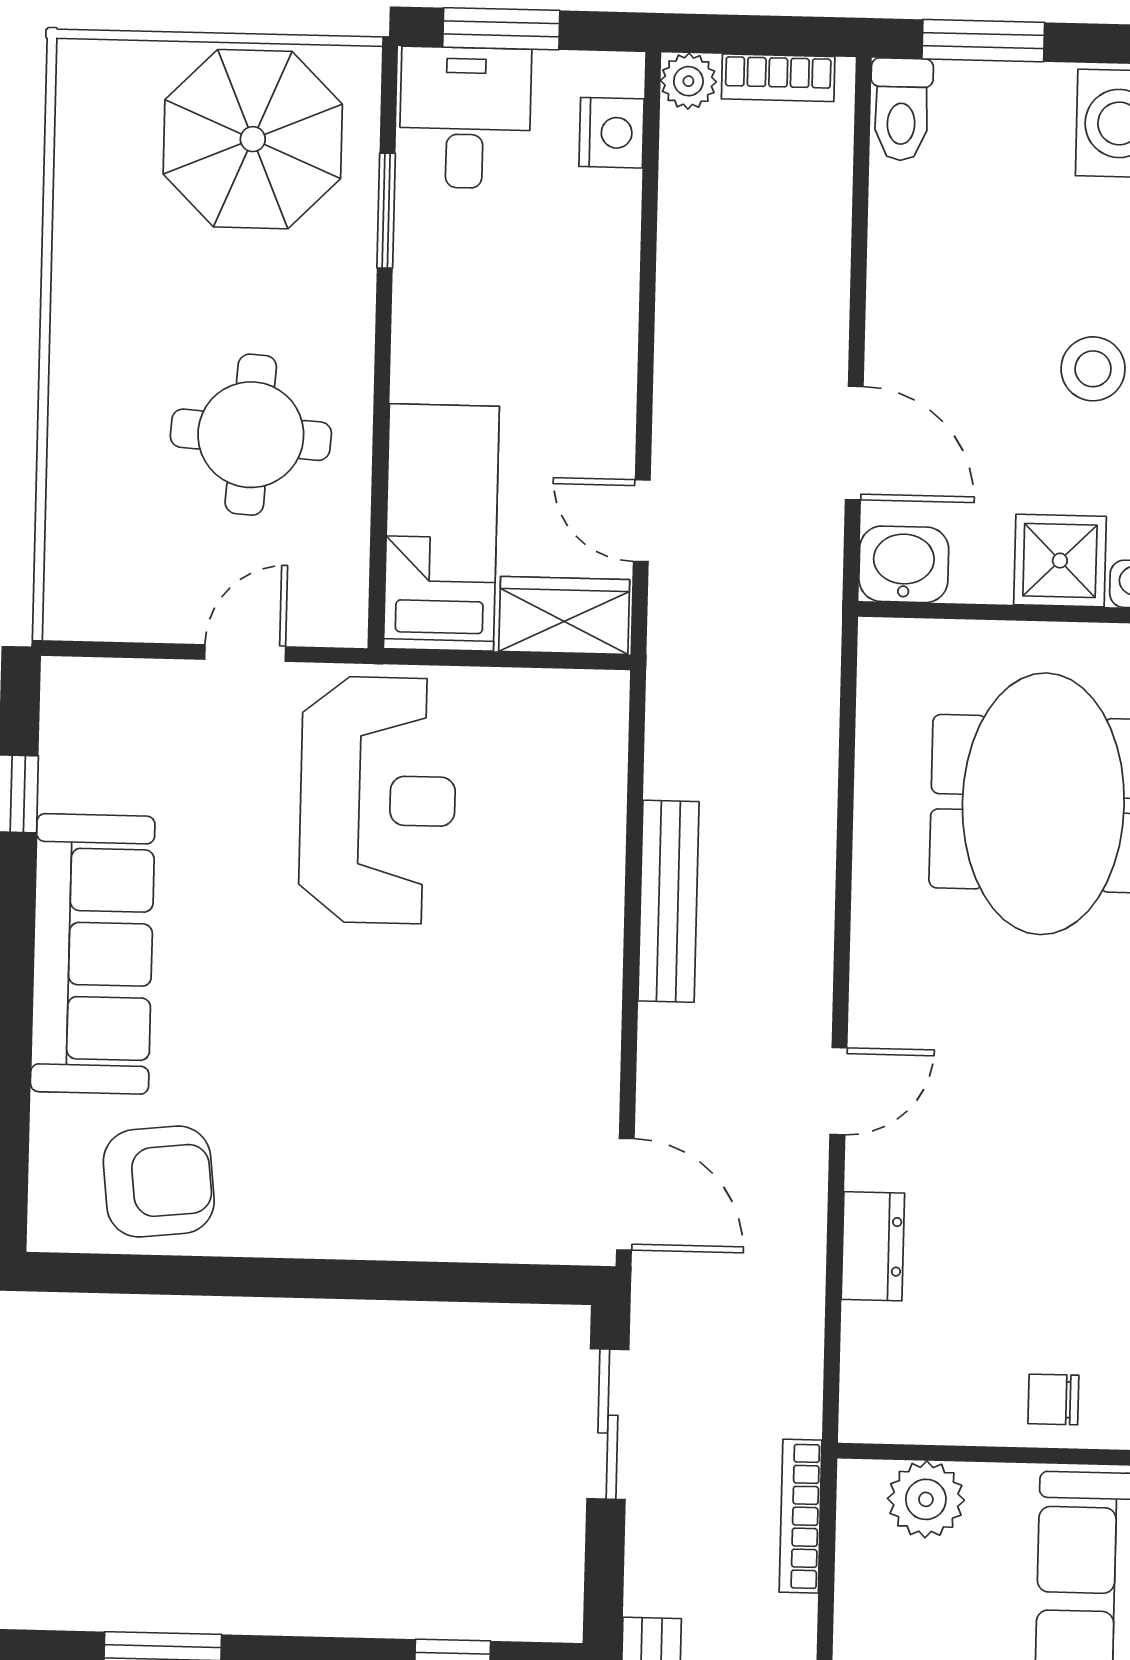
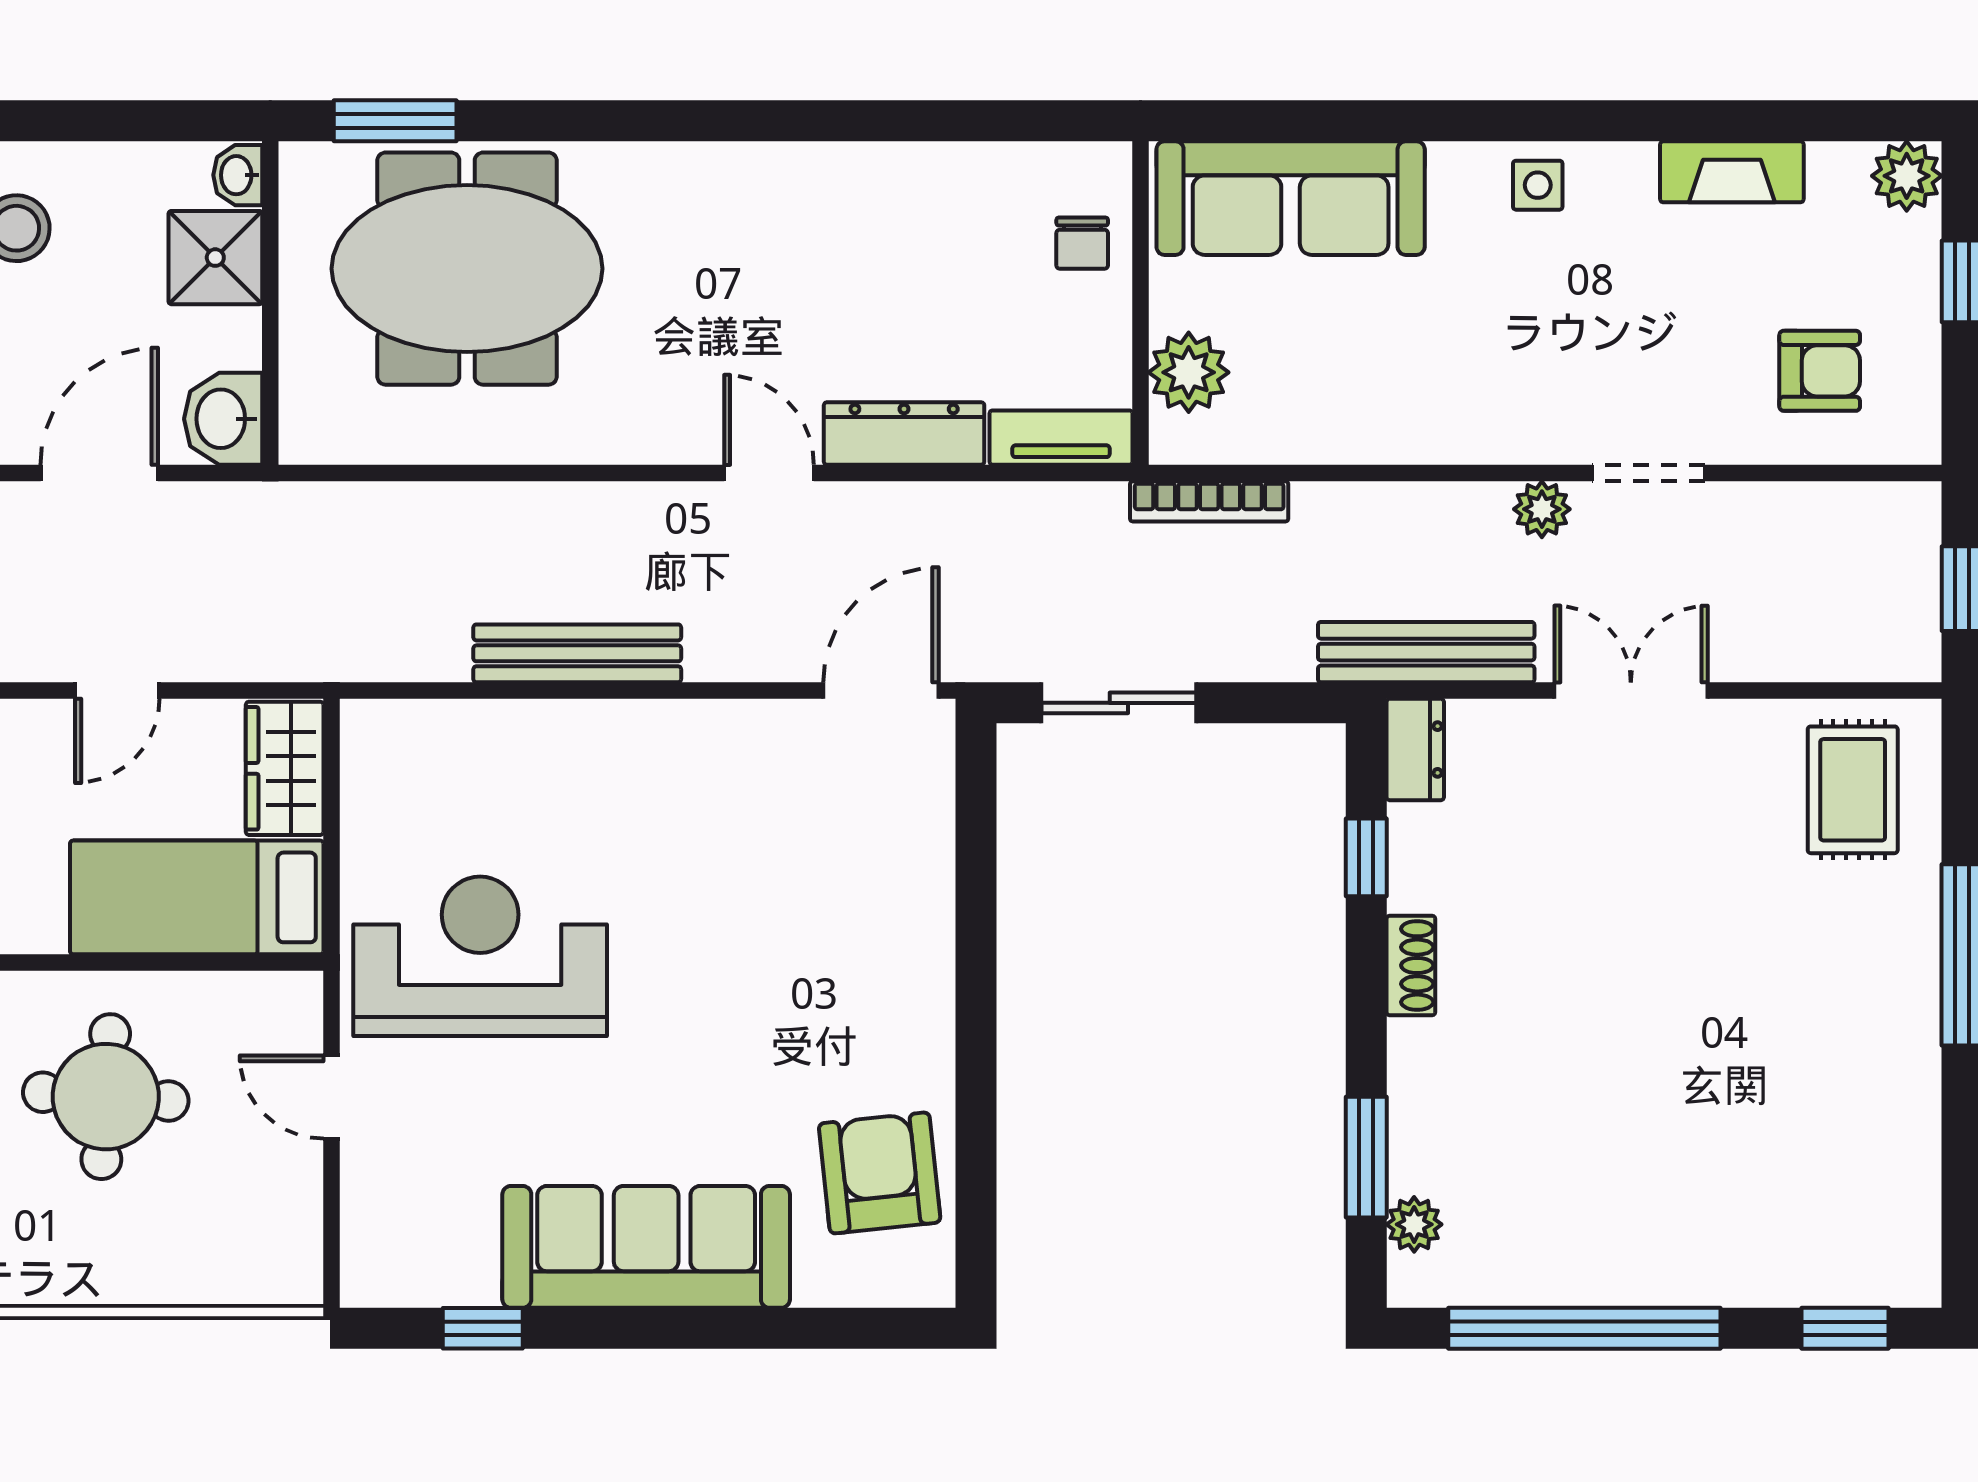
door: (642, 521) -> (117, 691), moved
dresser: (873, 1246) -> (904, 433), width x1.44
tv unit: (866, 1374) -> (1061, 438), added

